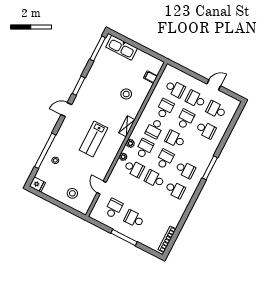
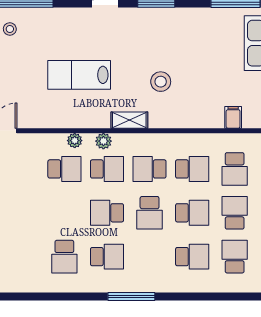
stool: (126, 94) -> (161, 82), moved
school desk: (206, 130) -> (192, 257), turned -90
school desk: (175, 139) -> (150, 213), turned 180
school desk: (165, 159) -> (107, 213), turned 180
school desk: (134, 168) -> (64, 169), turned -90
school desk: (185, 170) -> (107, 257), turned -90
school desk: (155, 179) -> (64, 213), removed

